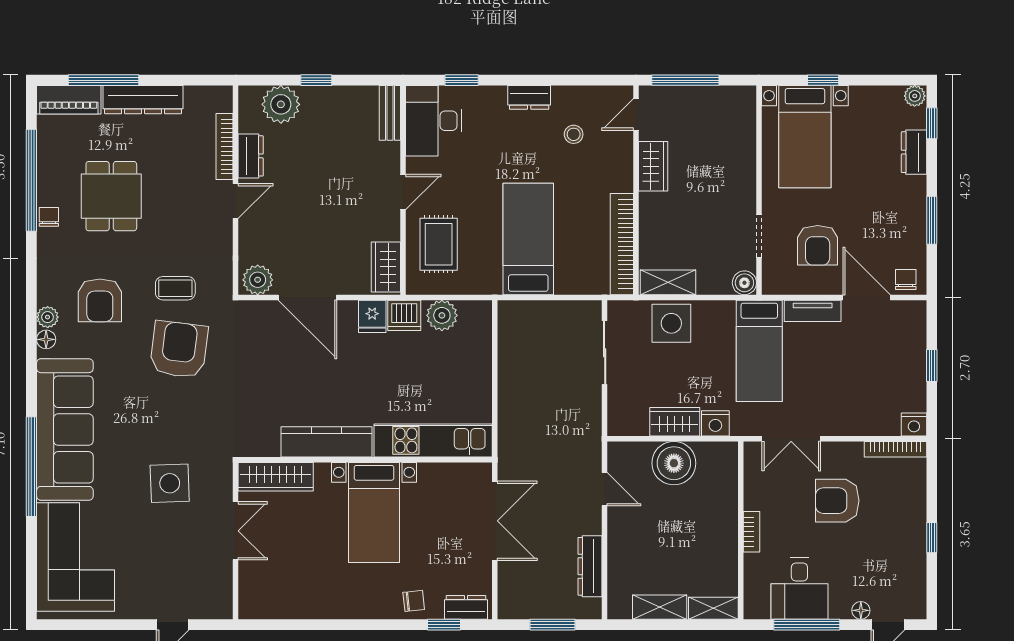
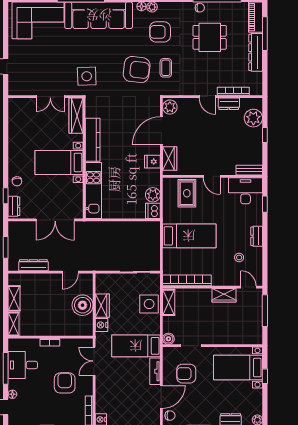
rug: (439, 244) -> (187, 193), turned 90
wardrobe: (386, 267) -> (170, 158), moved, turned 90
dishwasher: (404, 315) -> (153, 211), moved
side table: (170, 483) -> (87, 76), moved

